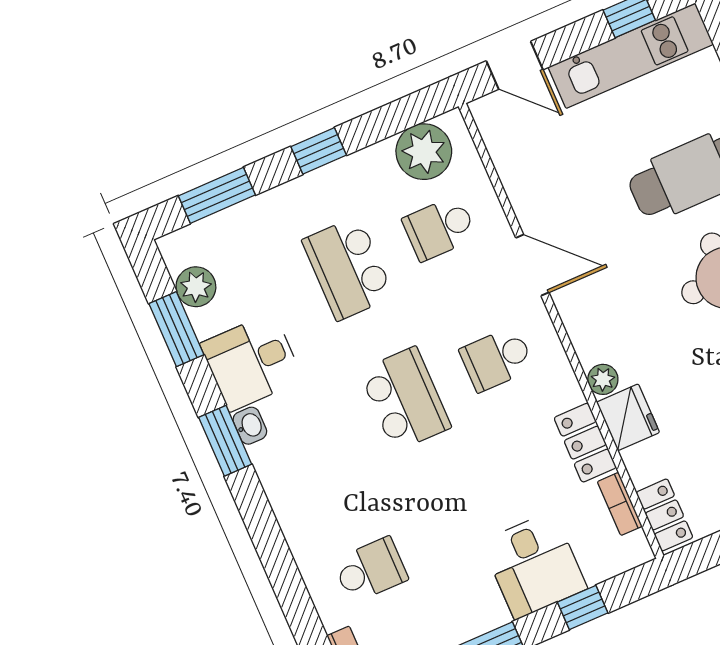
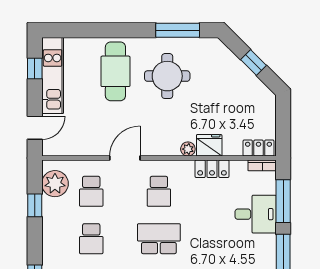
window: (319, 151) -> (35, 205), moved
school desk: (348, 268) -> (91, 239), width x0.54
bookcase: (620, 504) -> (262, 165), moved
window: (583, 607) -> (283, 201), width x2.17

